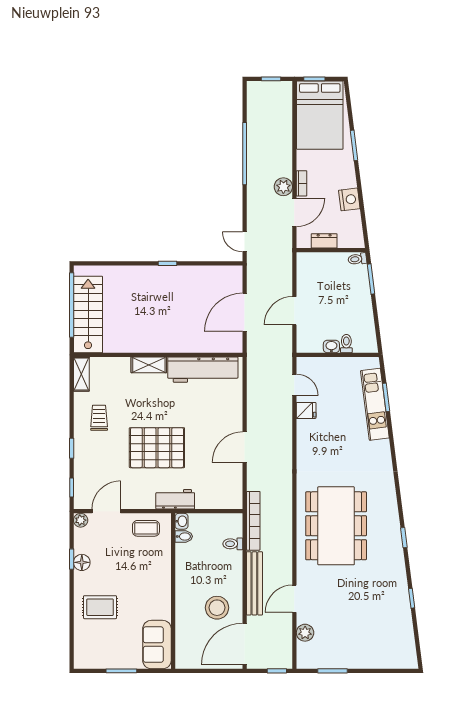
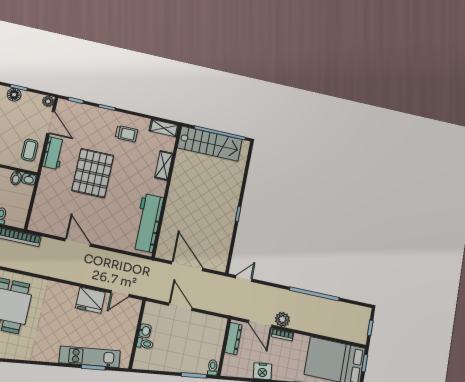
dresser: (324, 241) -> (233, 339), width x1.44
shelving: (149, 365) -> (164, 165), moved
fridge: (306, 410) -> (90, 300), width x1.88, depth x1.34
workbench: (175, 499) -> (54, 153), moved

